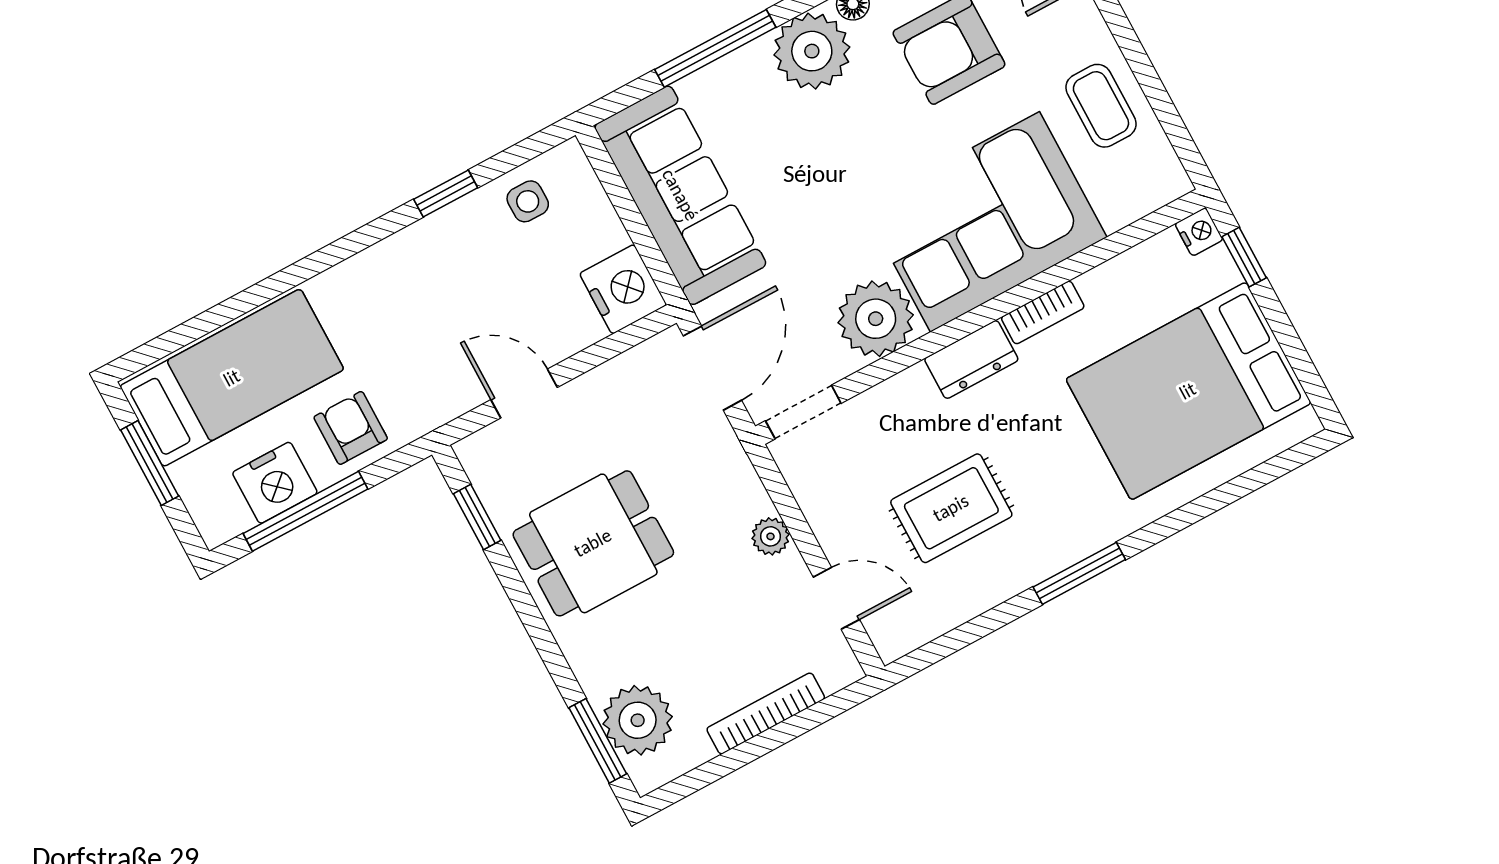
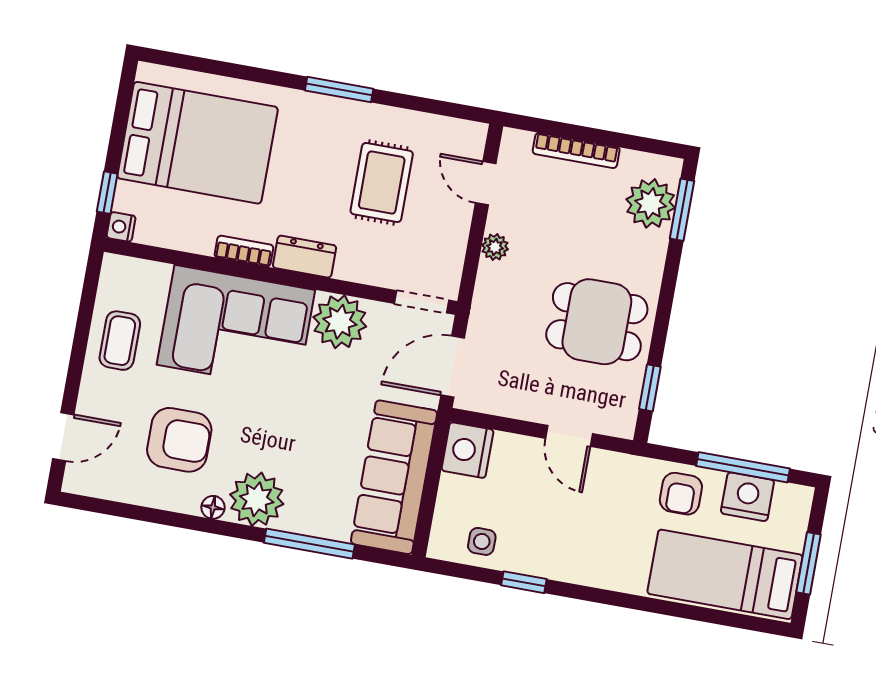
rug: (951, 508) -> (382, 183), turned 90

